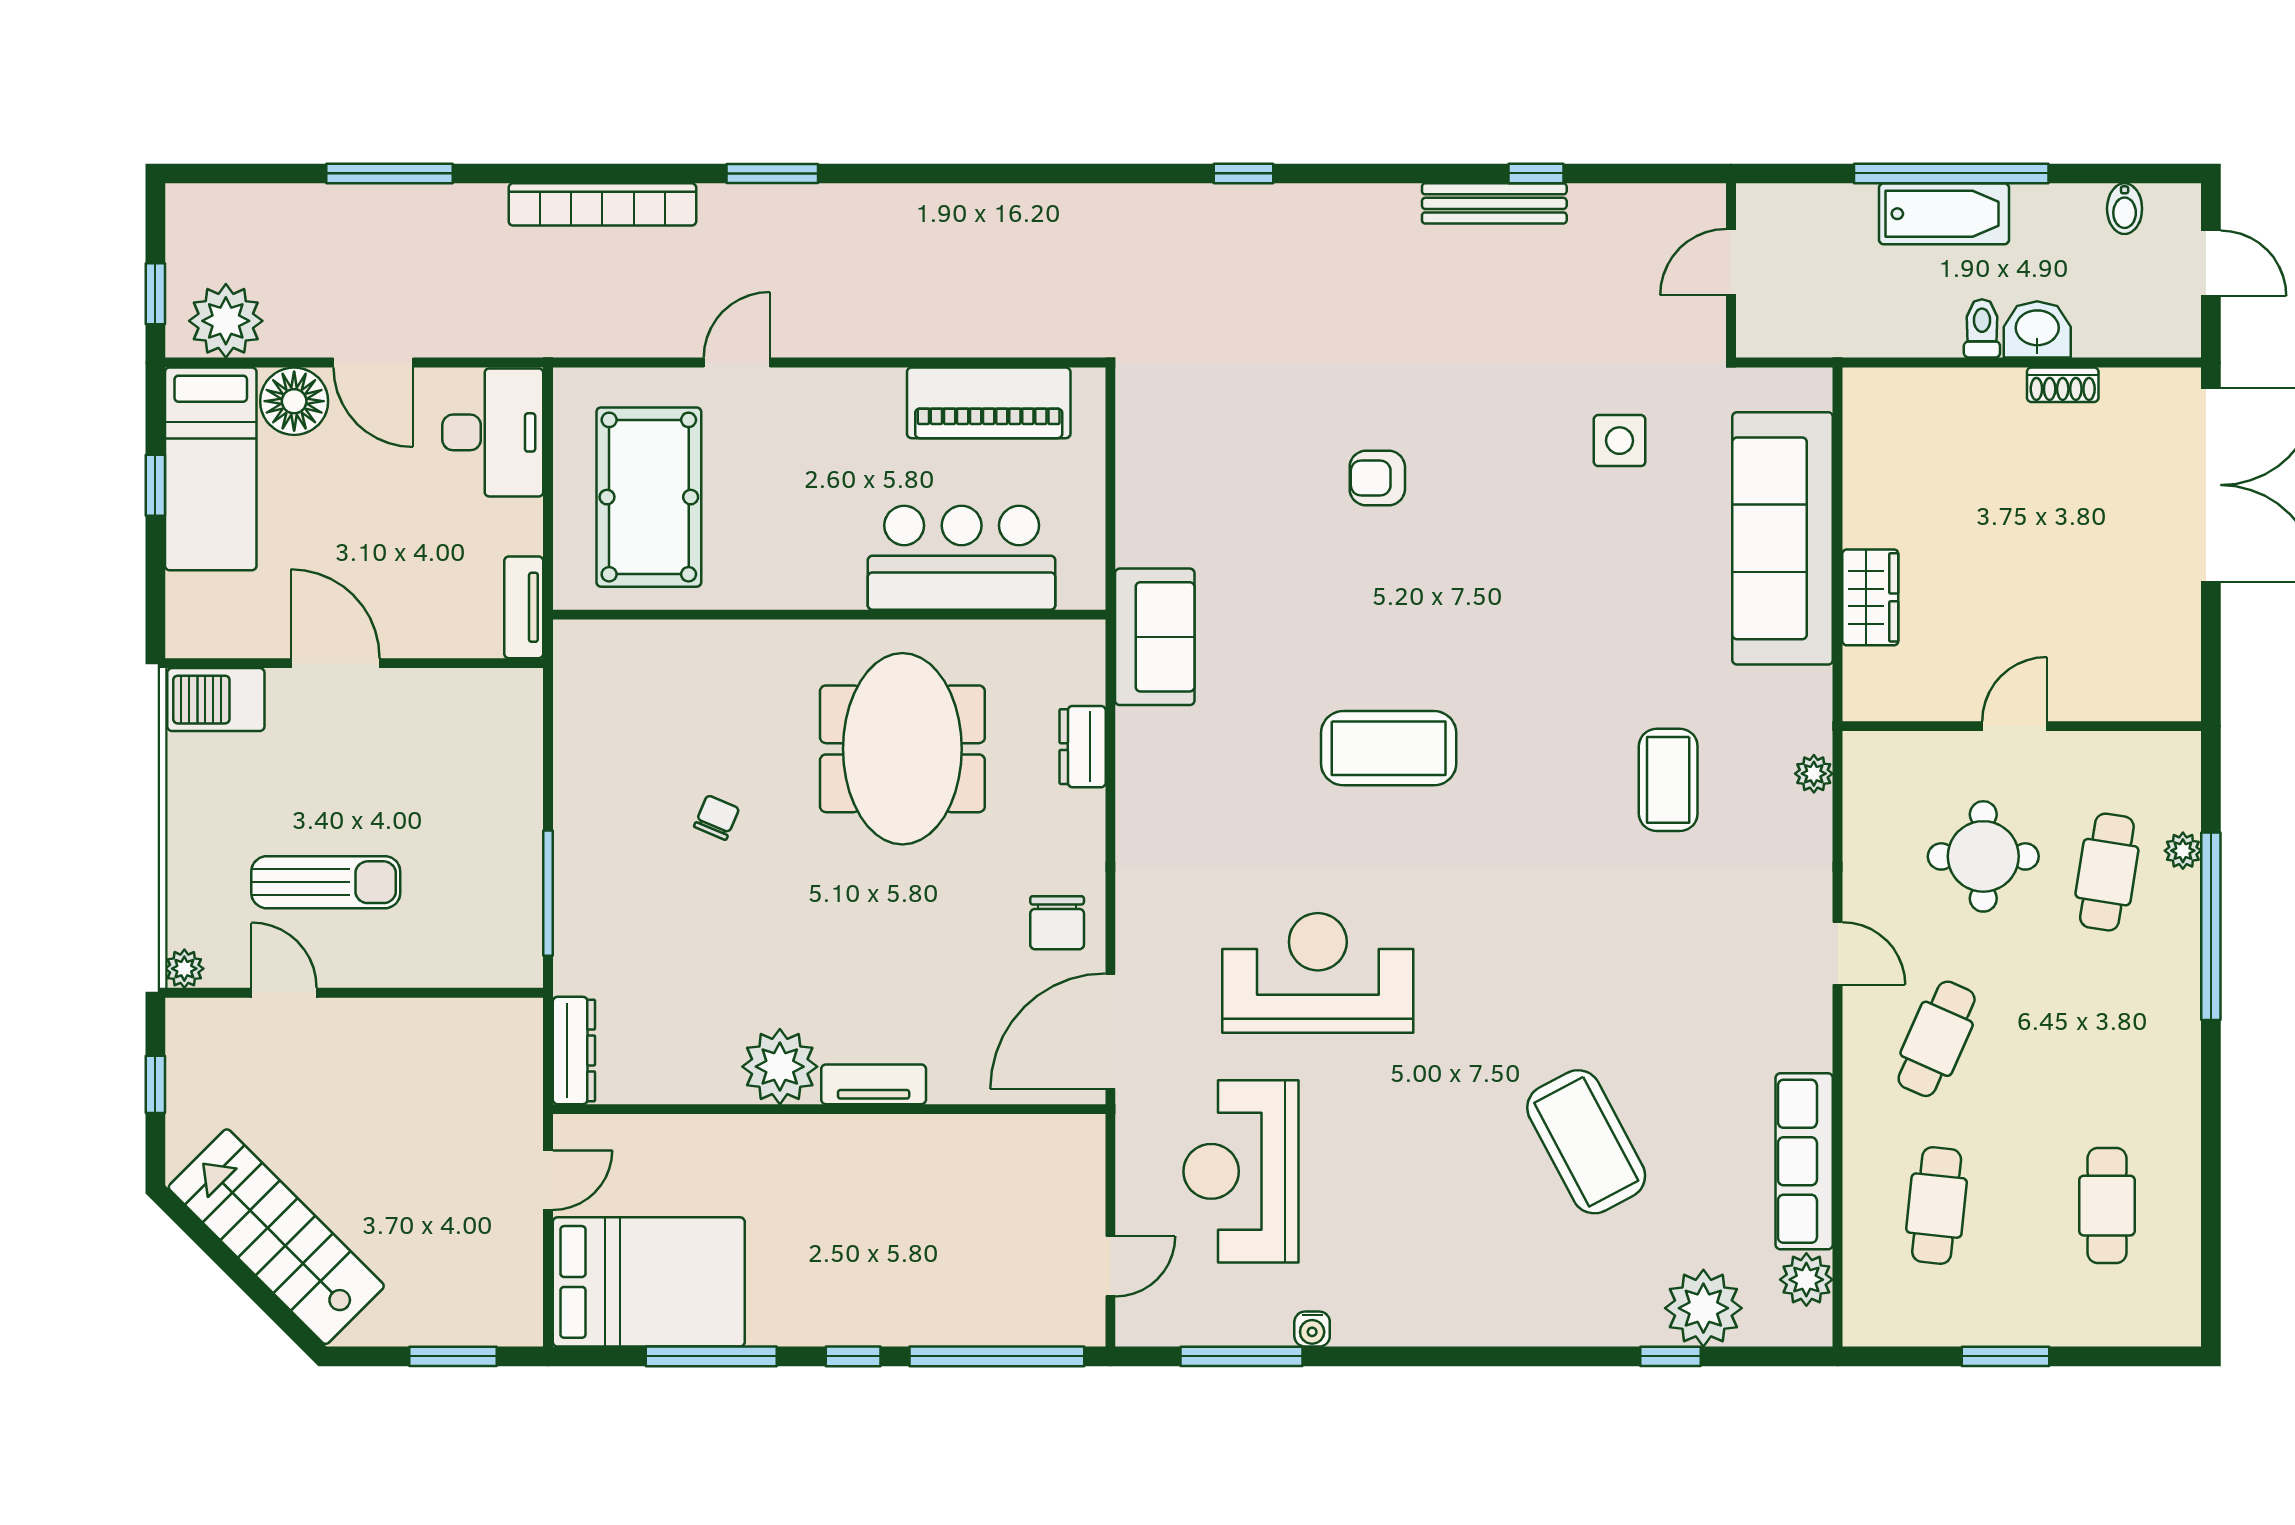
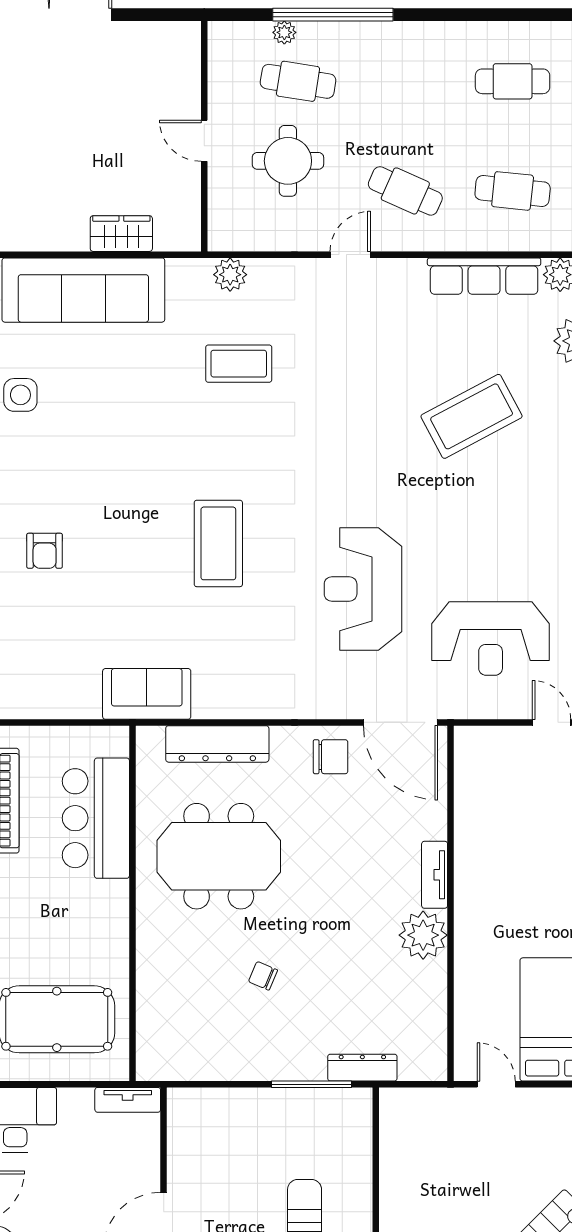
dresser: (1083, 747) -> (217, 744), width x1.96, depth x1.24
plant: (1814, 774) -> (230, 275), width x1.38, depth x1.38
dresser: (574, 1050) -> (362, 1068), moved

